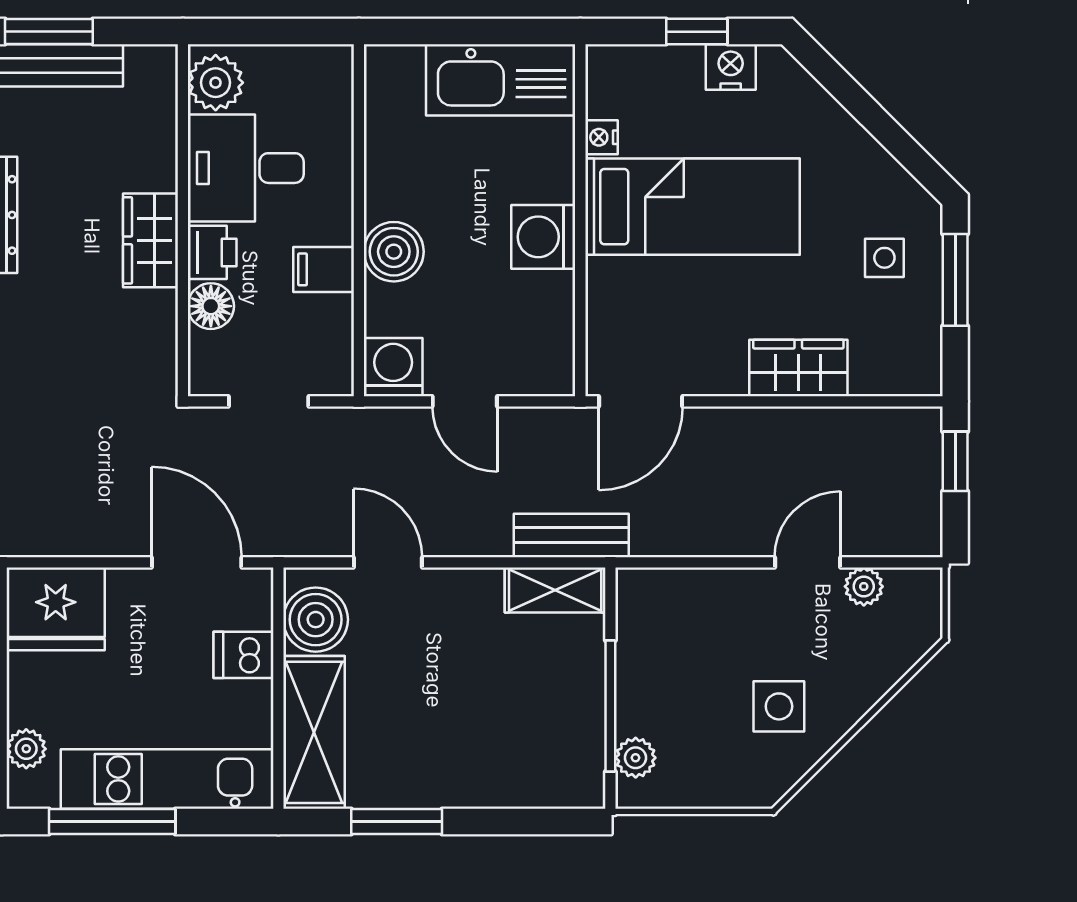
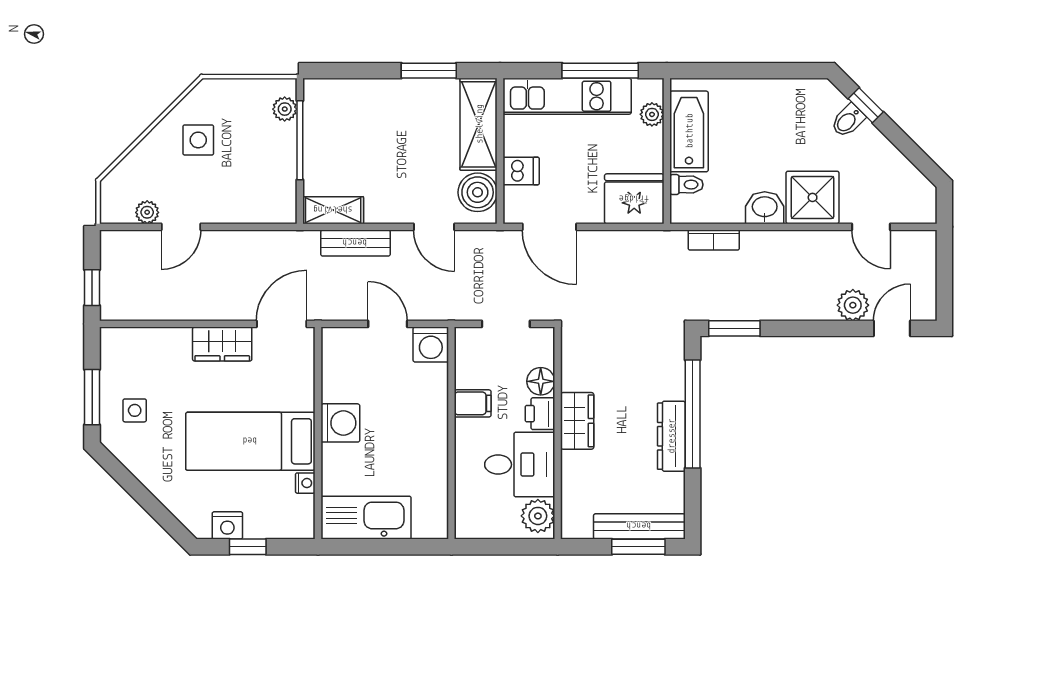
boiler: (394, 252) -> (430, 414), removed
wardrobe: (798, 368) -> (222, 344), moved
bench: (571, 535) -> (355, 243), moved

